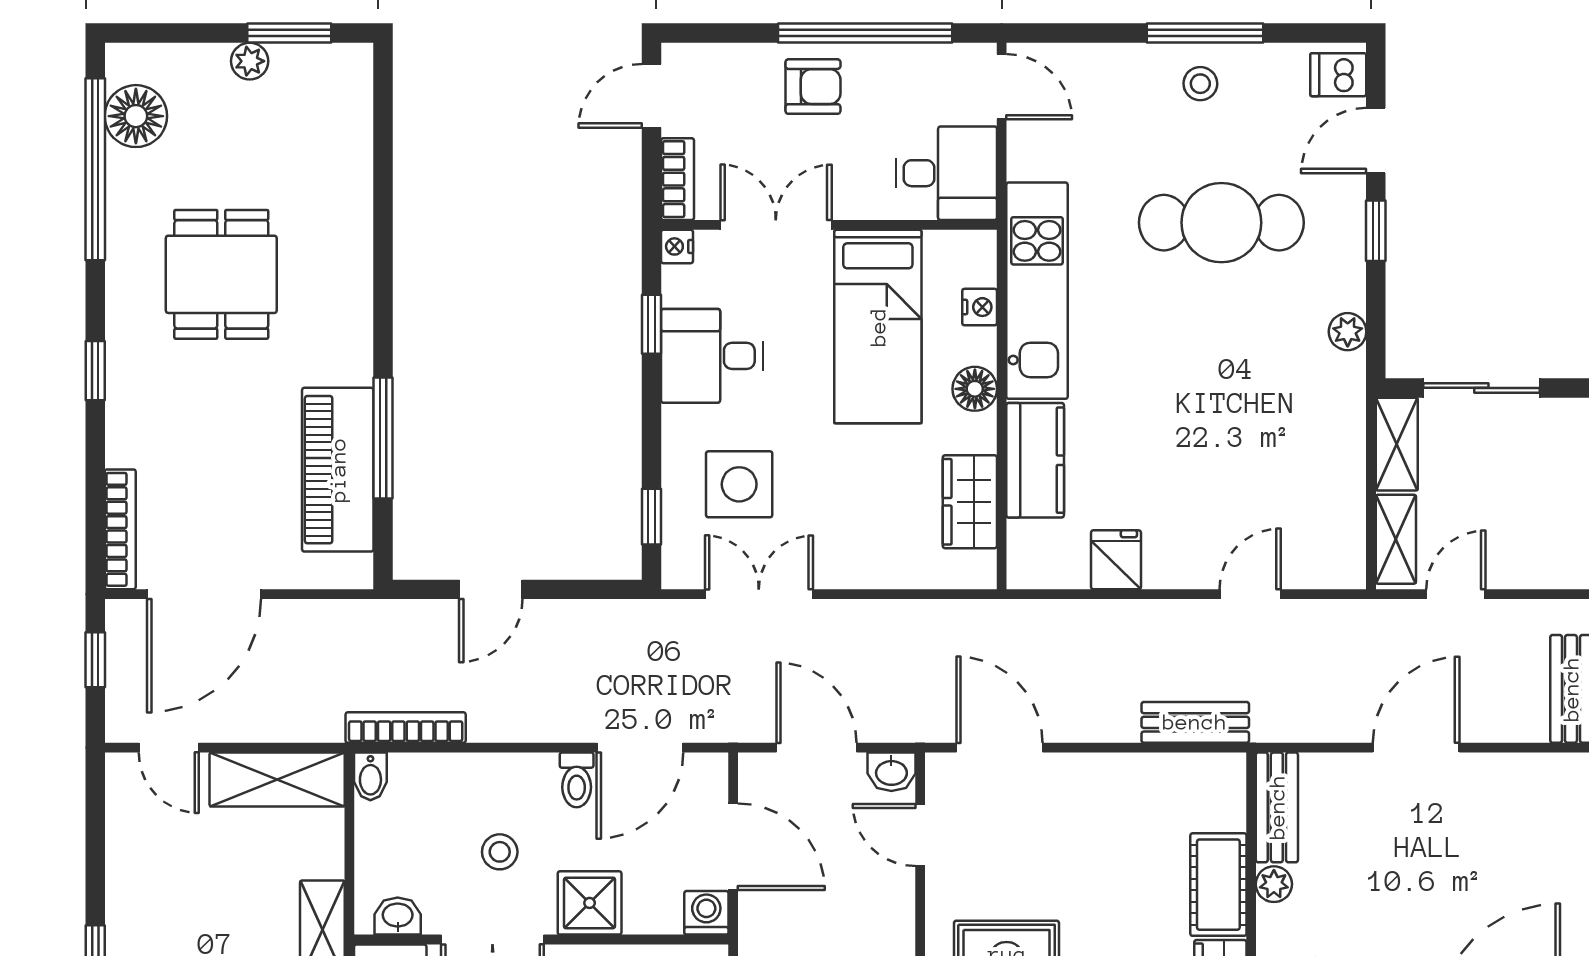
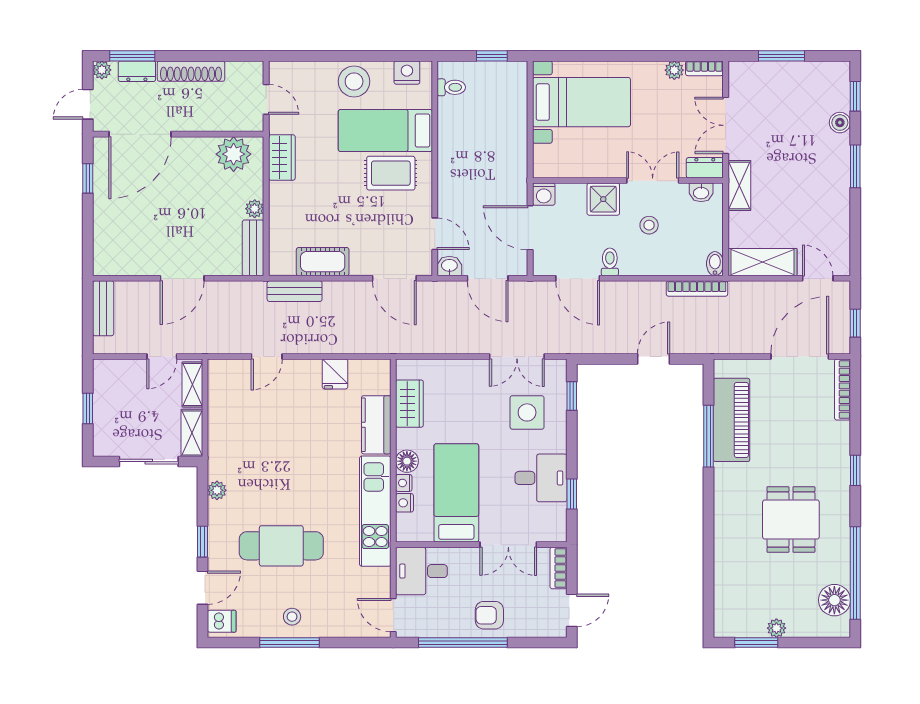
nightstand: (677, 246) -> (404, 483), moved, turned 180
door: (640, 748) -> (578, 278), swing flipped
cot: (1218, 885) -> (323, 262), moved, turned 90

